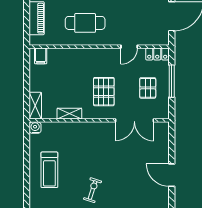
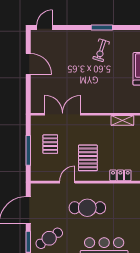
cafe table: (85, 23) -> (87, 208), moved
locker: (157, 54) -> (120, 175), moved
pallet: (104, 92) -> (88, 158), moved

